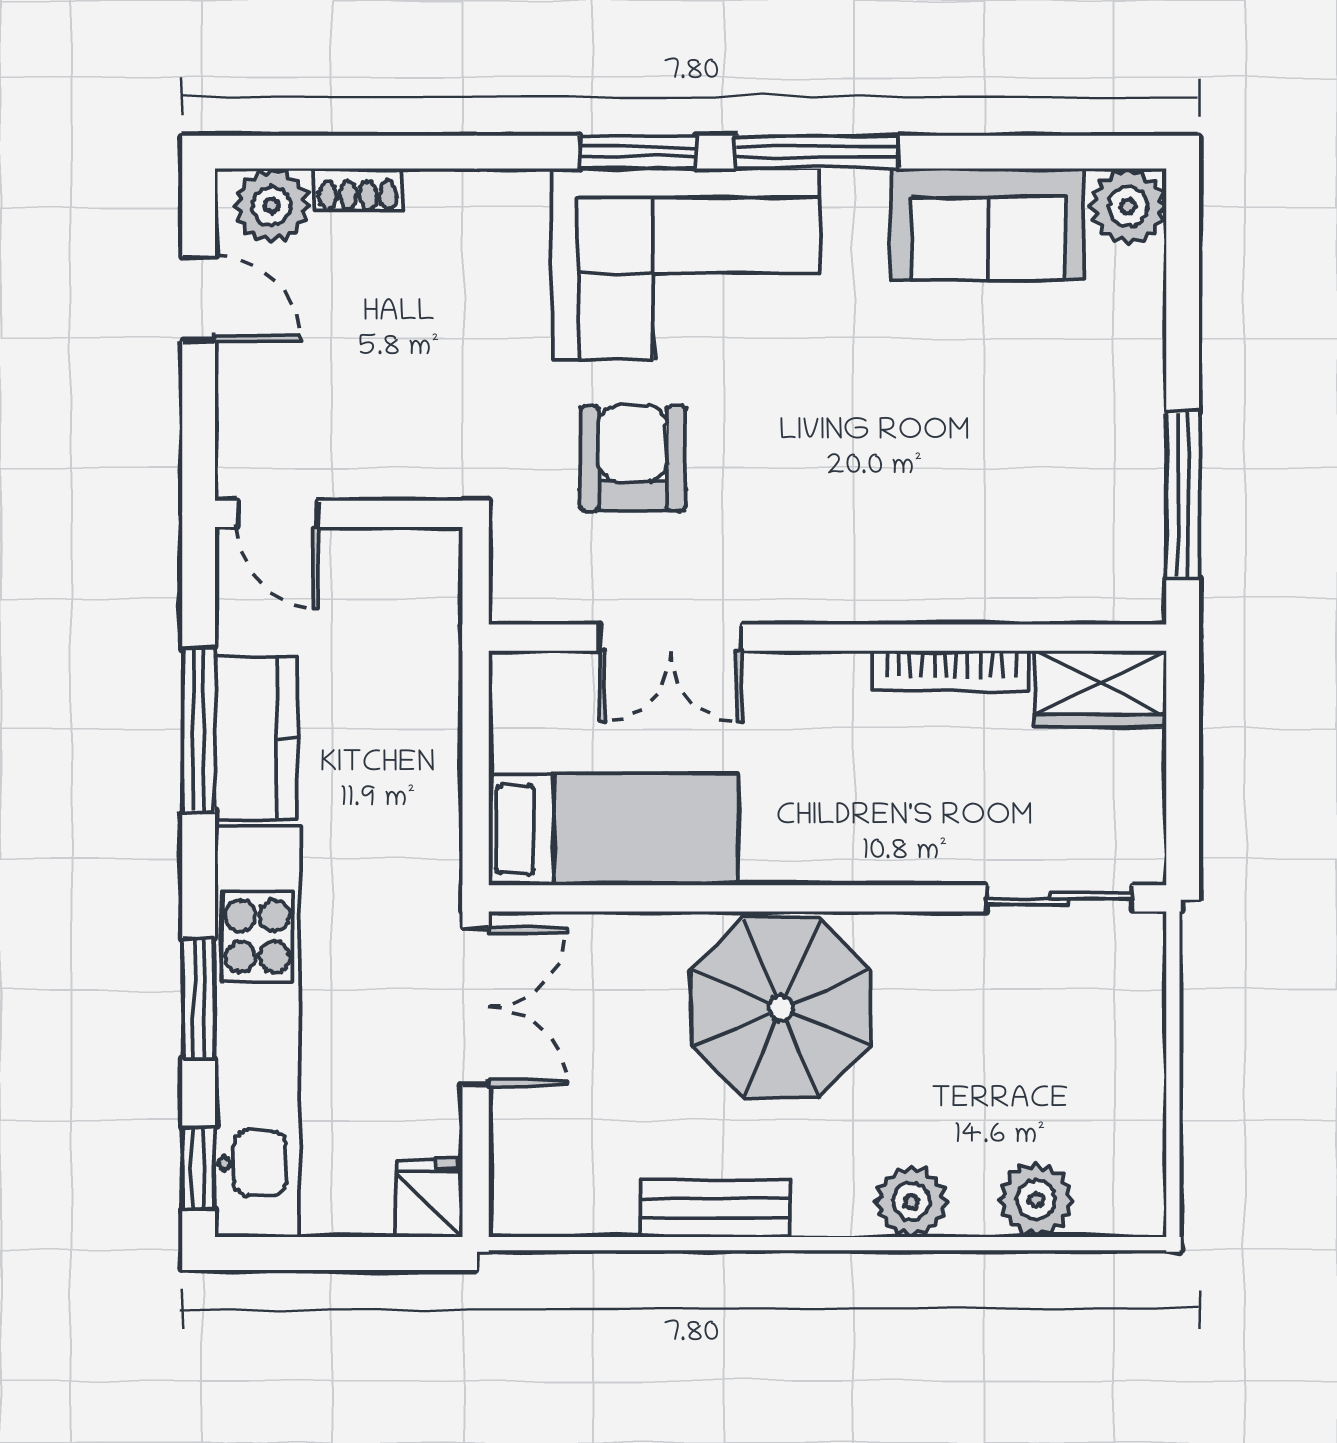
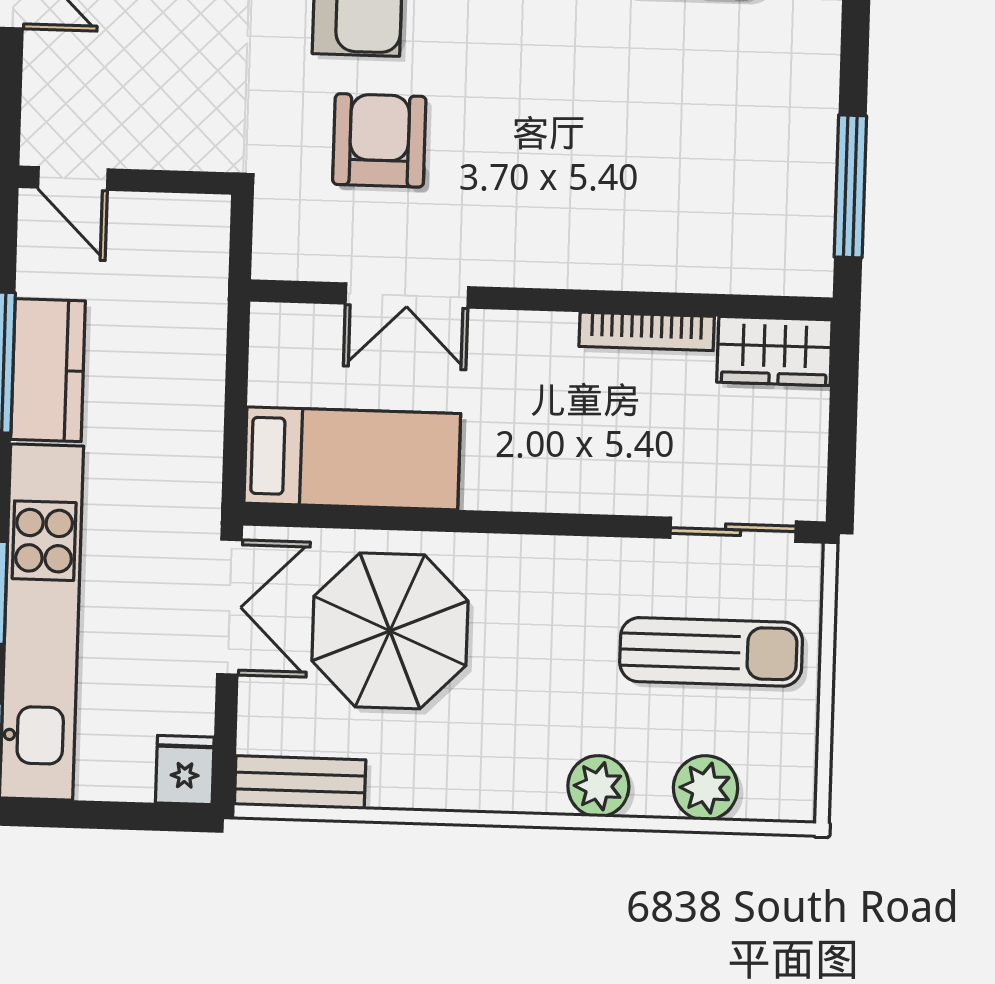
parasol: (781, 1008) -> (390, 631), moved
sun lounger: (1038, 1041) -> (711, 652), added
bench: (716, 1208) -> (300, 783), moved

